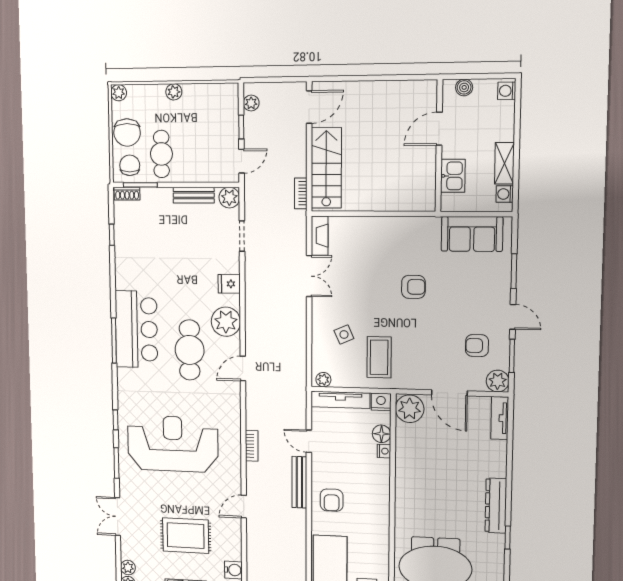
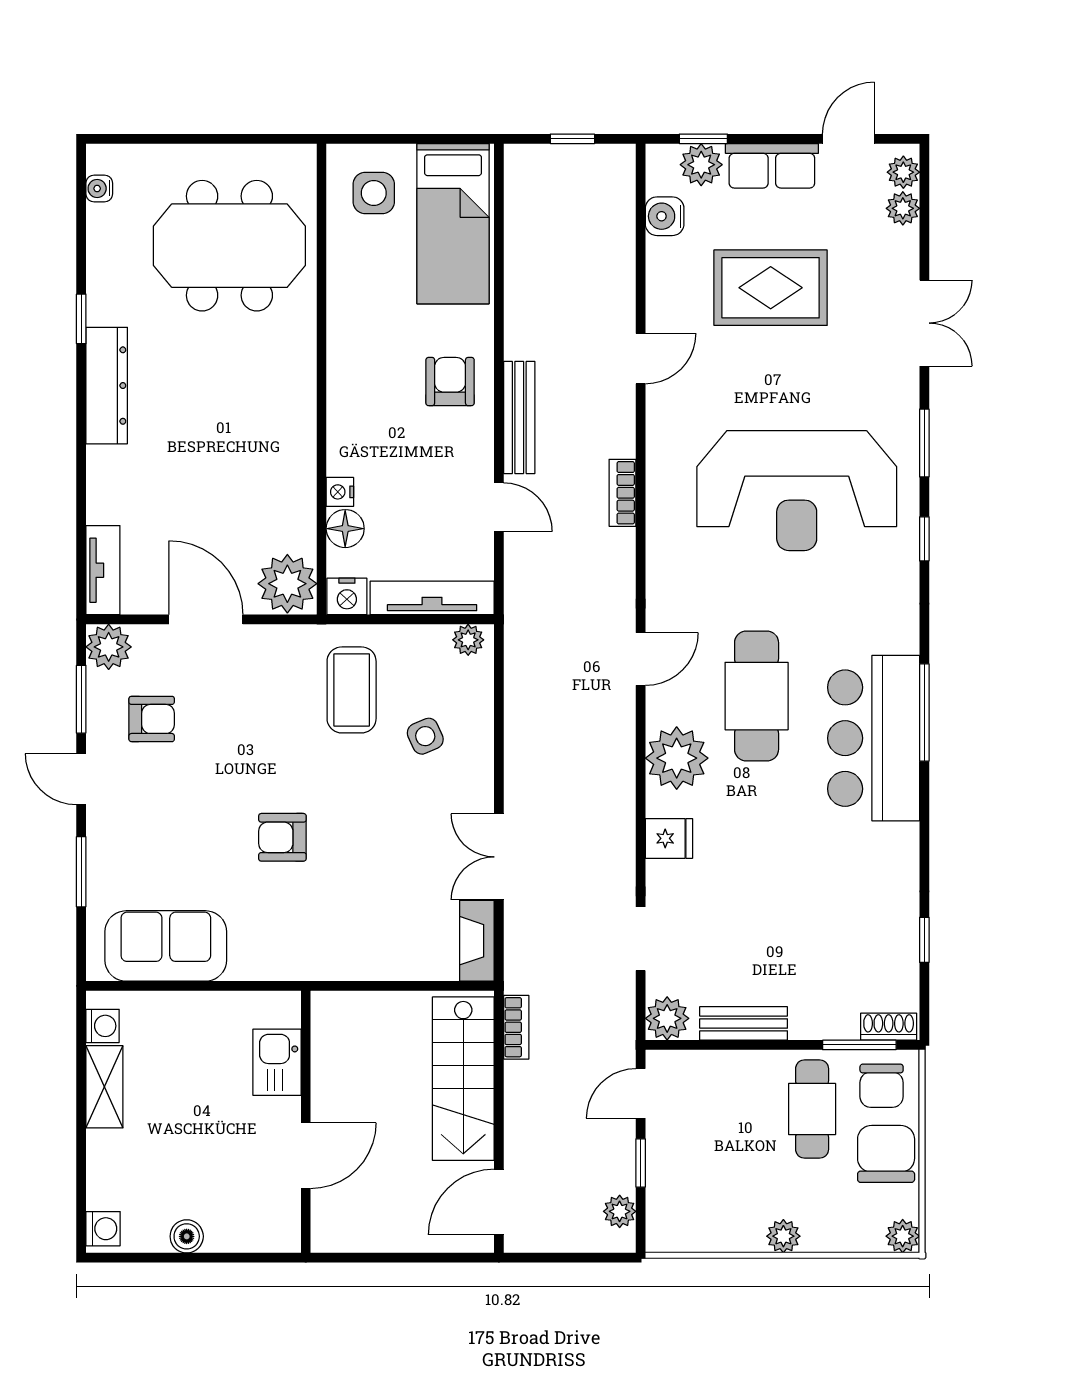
door: (439, 129) -> (306, 1156), moved
wall: (439, 146) -> (306, 1122), moved
kitchen sink: (453, 176) -> (277, 1062), moved

